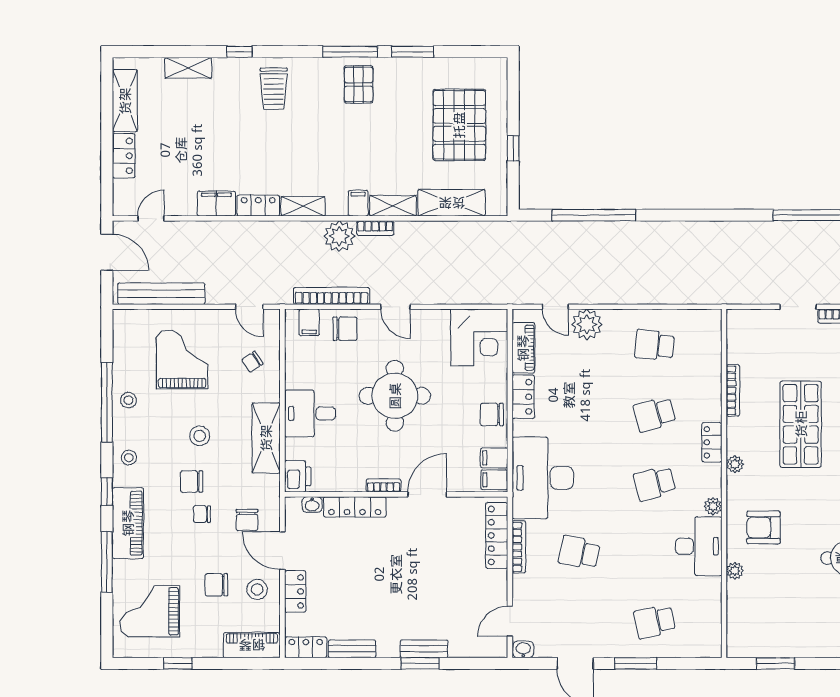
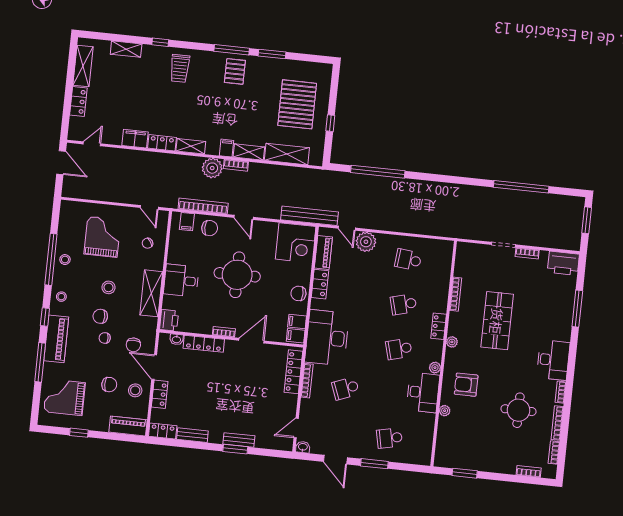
bench: (161, 294) -> (309, 216), moved
school desk: (579, 553) -> (346, 388), turned -33
chair: (216, 585) -> (109, 385), turned 180

